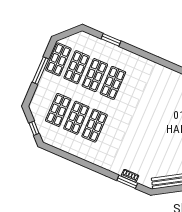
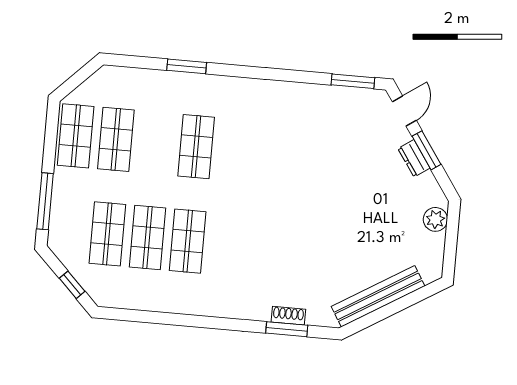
window: (111, 40) -> (187, 66), moved
window: (40, 71) -> (45, 201), moved
shop shelf: (95, 75) -> (156, 143), removed

